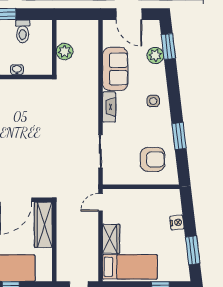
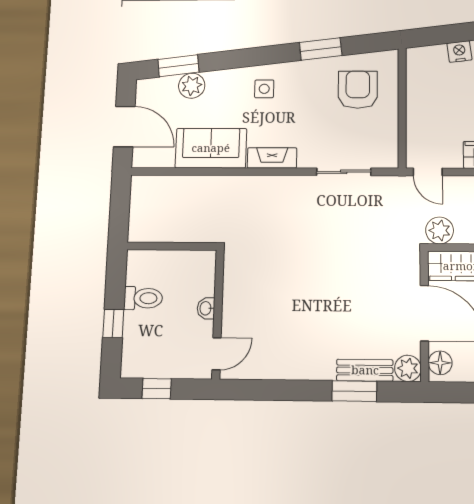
door: (129, 14) -> (124, 127), hinge flipped
plant: (65, 51) -> (440, 230), moved

